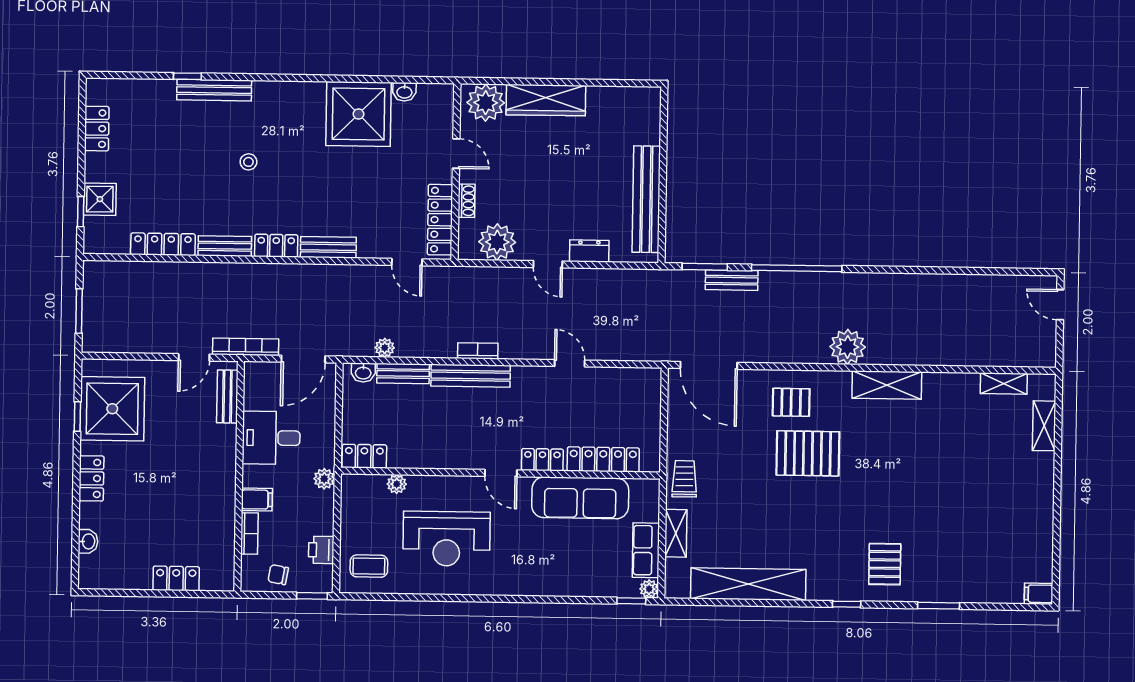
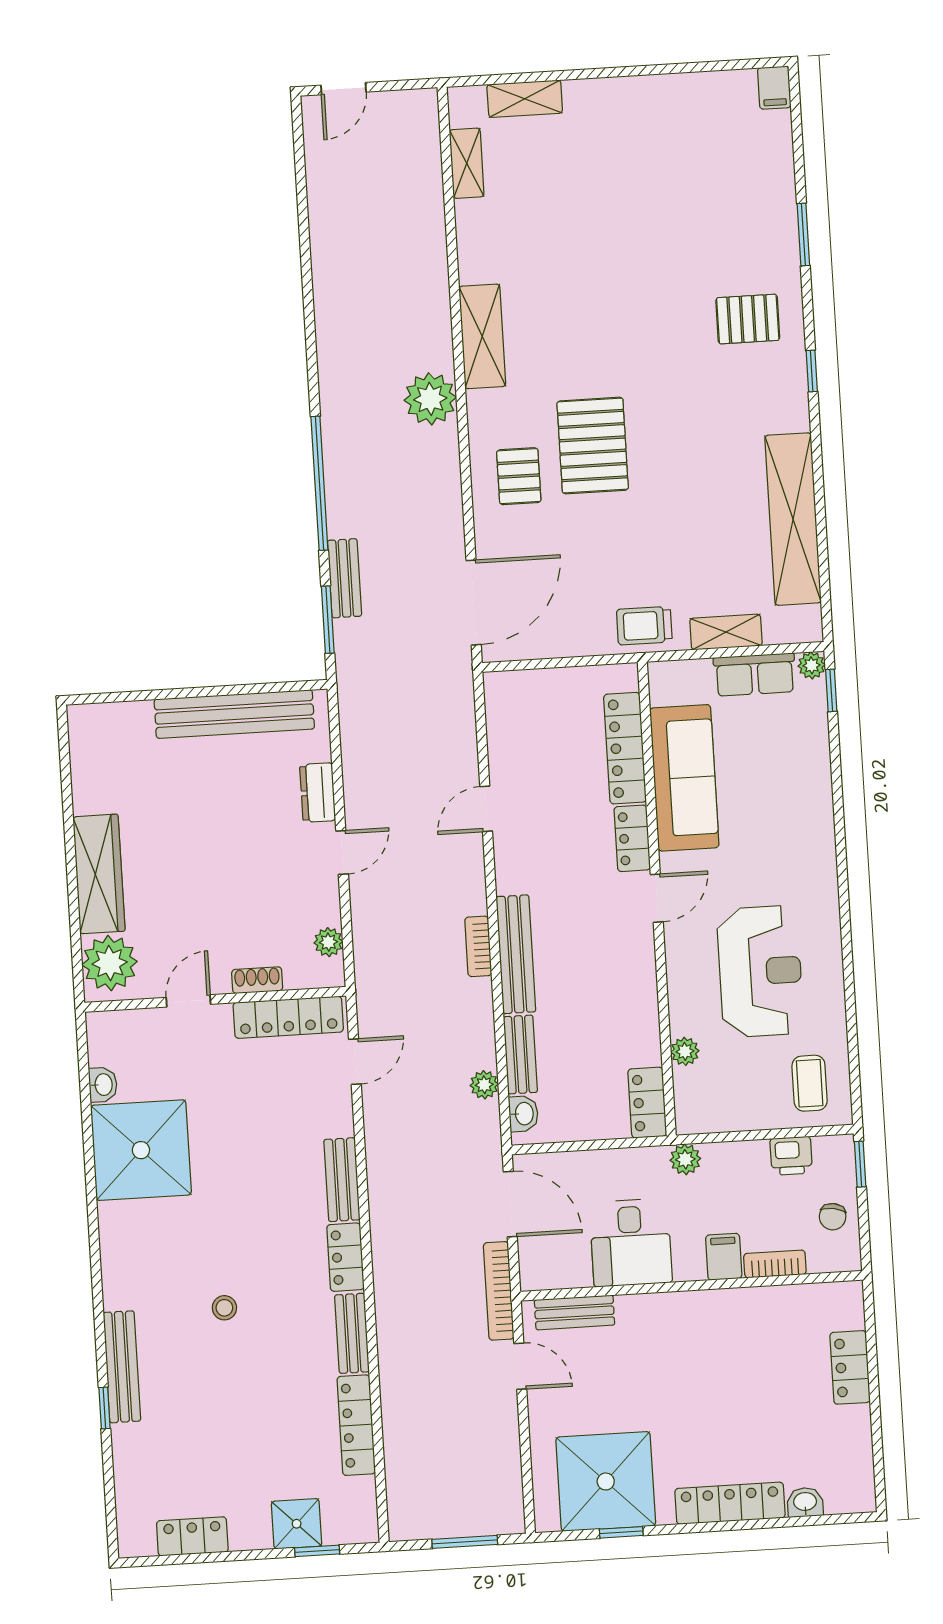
plant: (497, 242) -> (328, 942), width x0.53, depth x0.53
locker: (91, 478) -> (730, 1503), width x1.53

